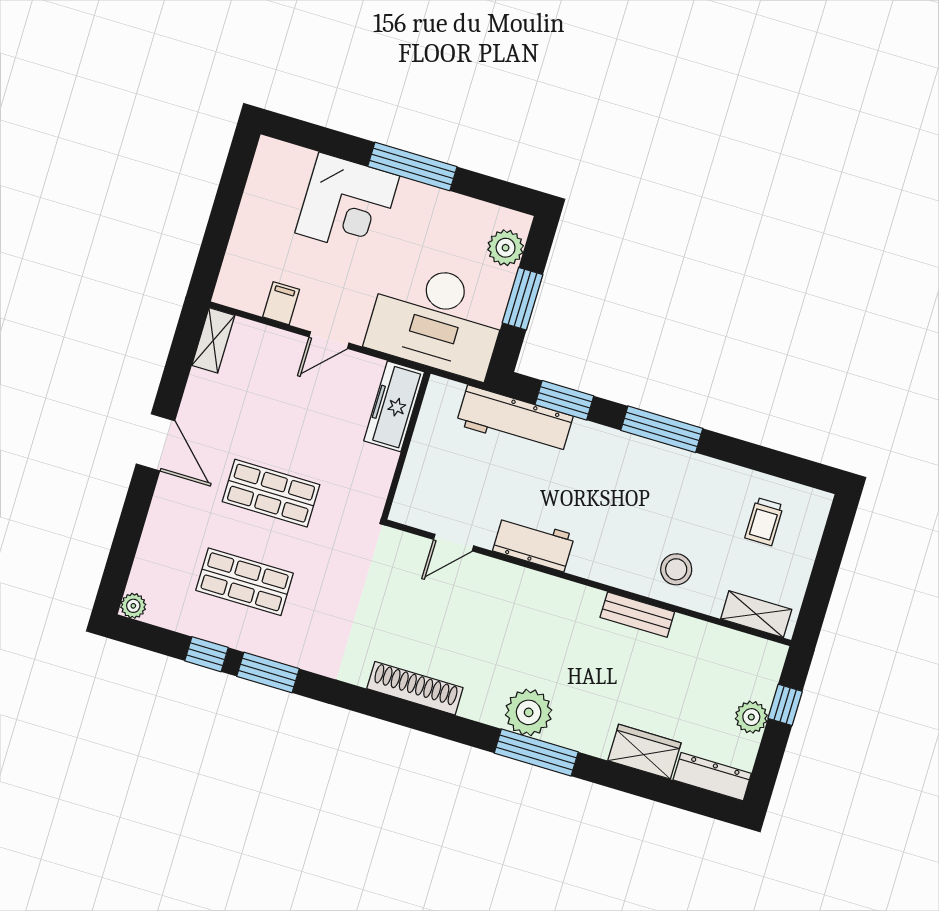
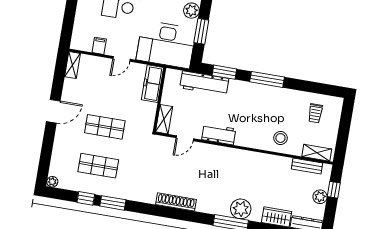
door: (155, 442) -> (53, 111), hinge flipped
shelving: (411, 492) -> (164, 119), added
bench: (637, 615) -> (307, 166), moved
plant: (529, 712) -> (241, 209), moved

